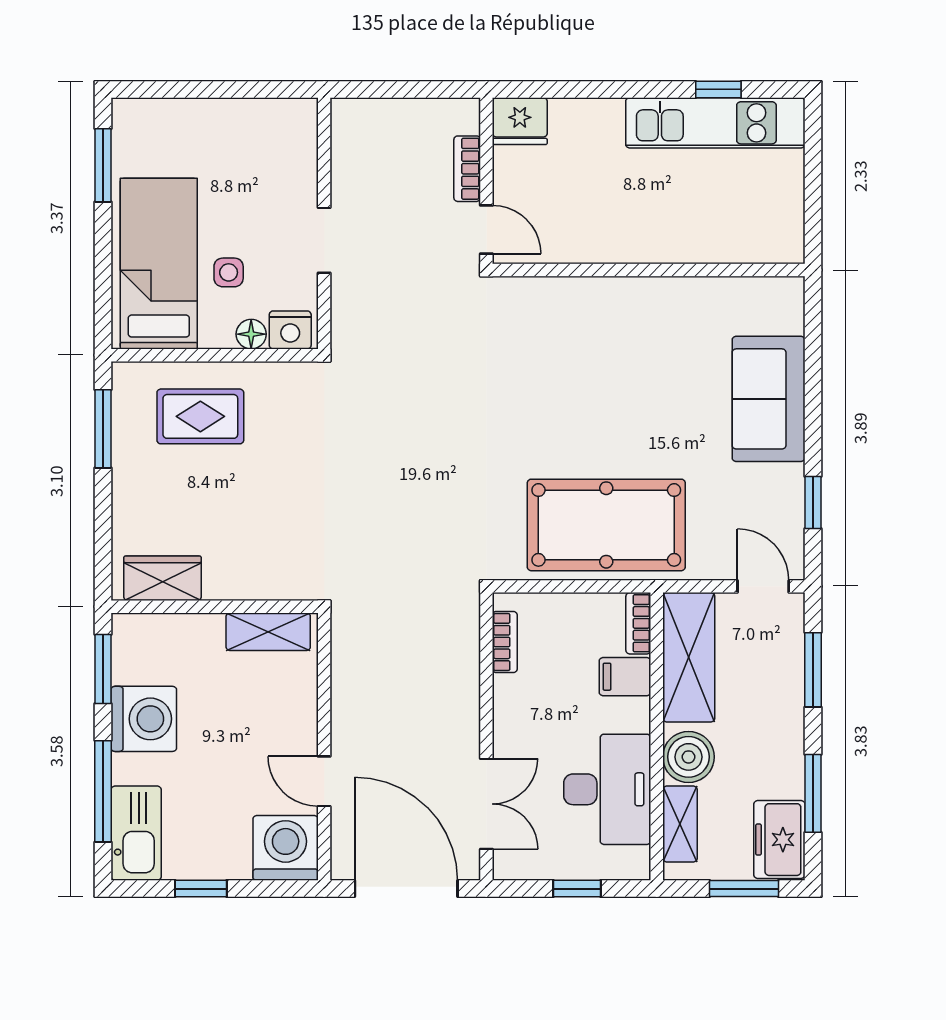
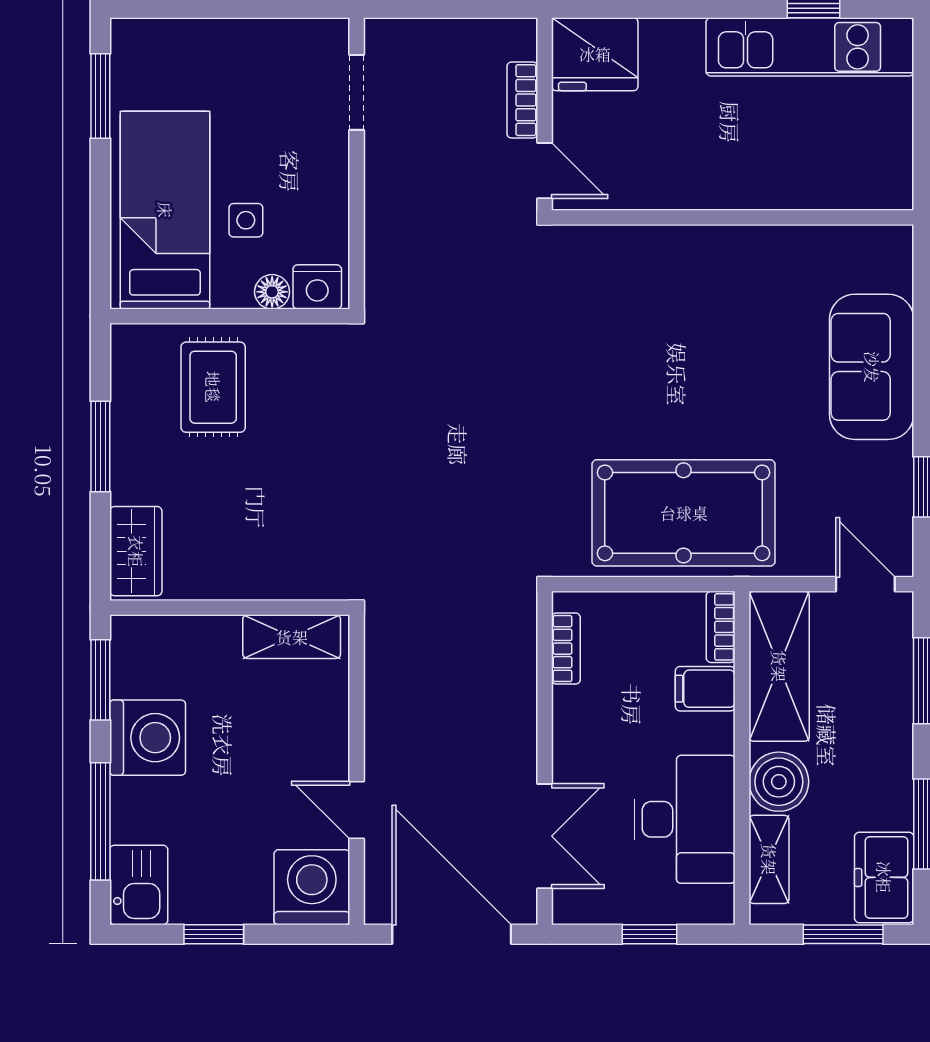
fridge: (520, 121) -> (595, 54), width x1.36, depth x1.34
doorway: (324, 240) -> (357, 92), moved
rug: (200, 416) -> (213, 387), turned 90
window: (103, 429) -> (100, 446), moved
wardrobe: (163, 578) -> (136, 551), moved, turned 90
kitchen sink: (136, 833) -> (139, 885), width x0.73

